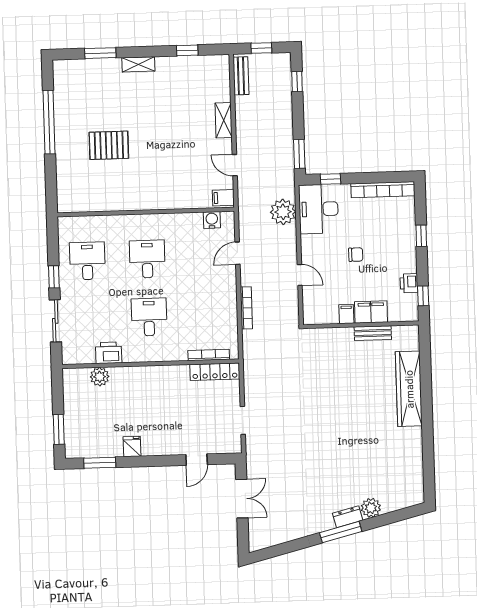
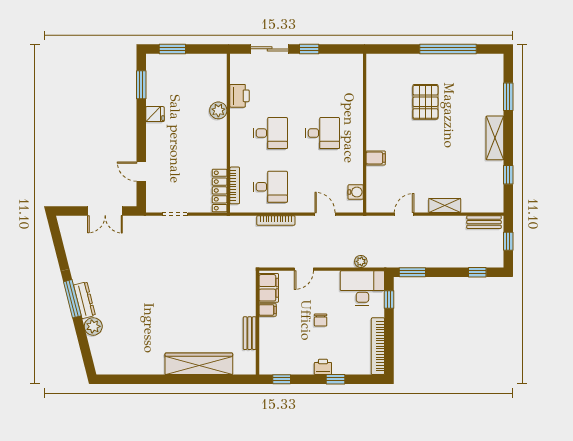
shelving: (138, 64) -> (495, 138), width x1.50, depth x1.33
filing cabinet: (223, 198) -> (376, 158), moved, turned 90
plant: (283, 212) -> (361, 261), width x0.53, depth x0.53
desk: (87, 261) -> (270, 187), moved
printer: (409, 283) -> (323, 367), moved
filing cabinet: (371, 312) -> (269, 288), moved
plant: (100, 377) -> (218, 110), moved
dresser: (348, 517) -> (84, 300), width x1.44

